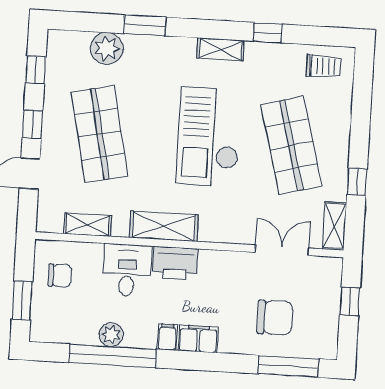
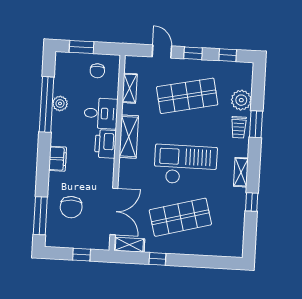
trolley: (324, 66) -> (239, 127), moved
double door: (282, 250) -> (114, 211), width x1.37
filing cabinet: (167, 337) -> (59, 139), removed

